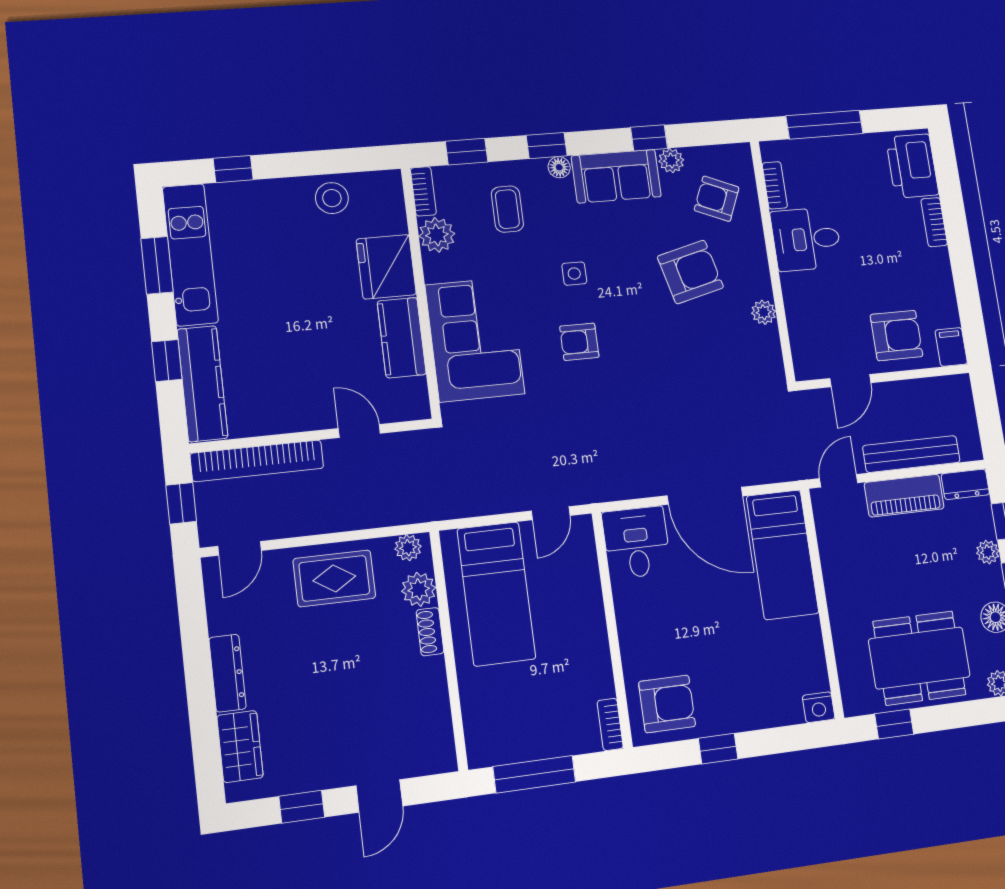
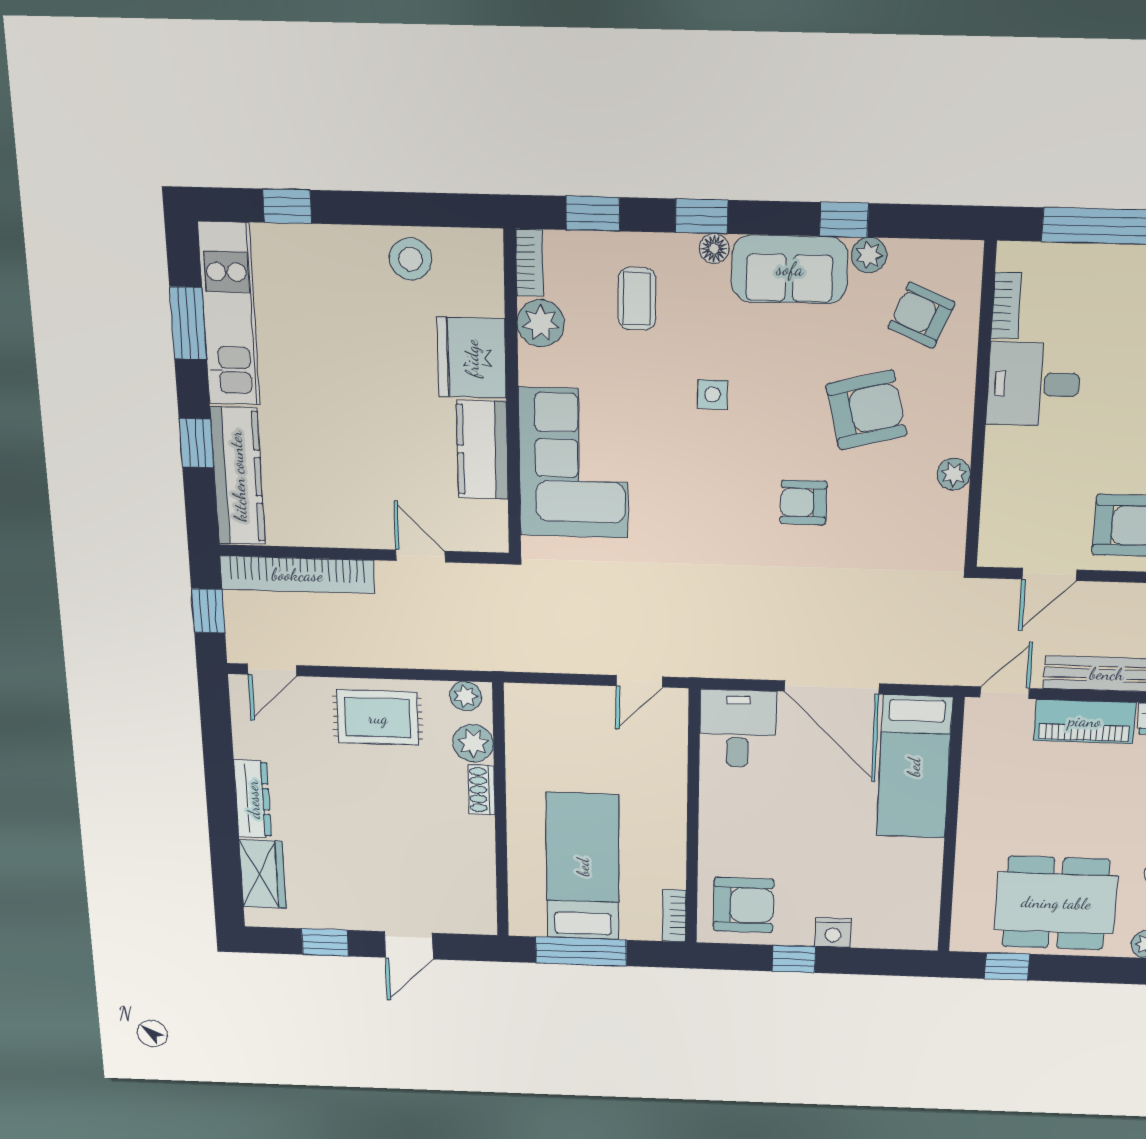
armchair: (579, 342) -> (804, 502), moved
bed: (496, 594) -> (583, 867), moved, turned 180
nightstand: (819, 707) -> (833, 933), moved

